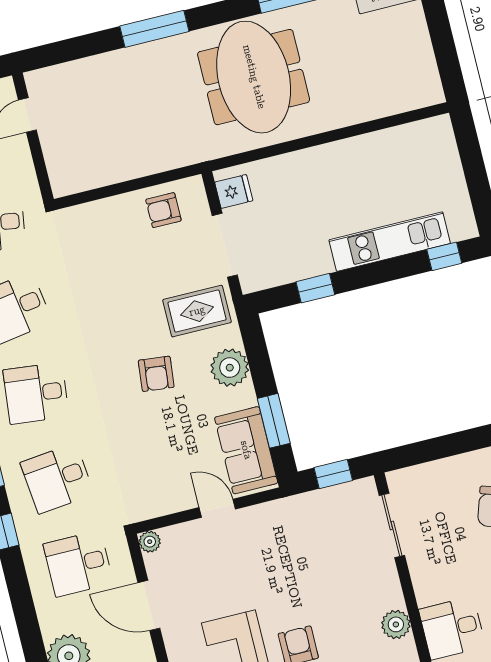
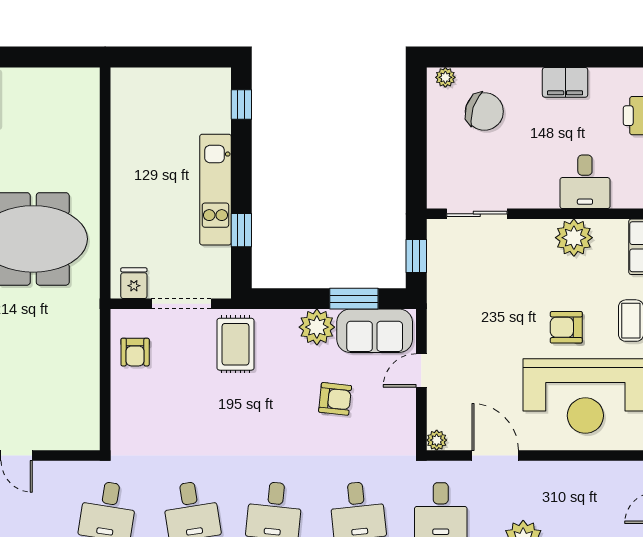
kitchen unit: (390, 242) -> (215, 190), moved
plant: (230, 368) -> (317, 327), moved
armchair: (156, 374) -> (335, 399), moved
door: (149, 605) -> (495, 456), swing flipped
plant: (396, 624) -> (574, 238), width x1.36, depth x1.36

